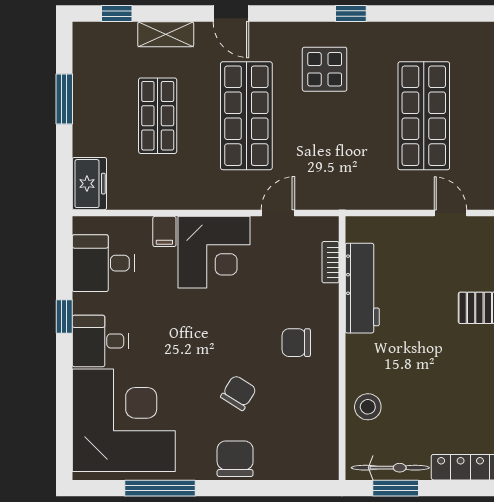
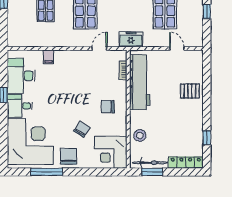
freezer: (89, 184) -> (131, 39), moved, turned -90
corner desk: (214, 252) -> (111, 152), moved, turned 90
desk: (103, 263) -> (21, 76), width x1.37
workbench: (362, 288) -> (140, 82), width x1.36, depth x1.32
chair: (235, 459) -> (69, 156), moved

